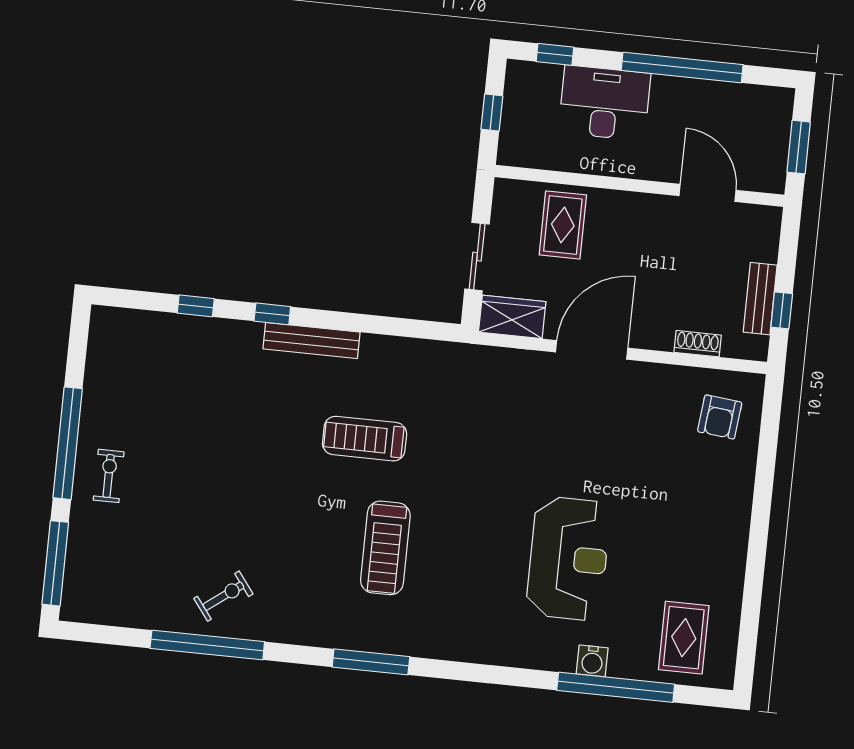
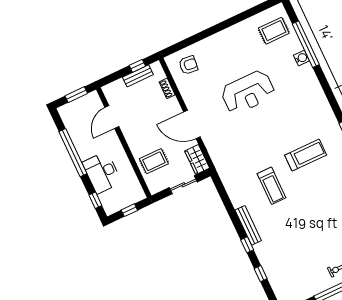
reception desk: (568, 559) -> (248, 92), moved, turned 180

